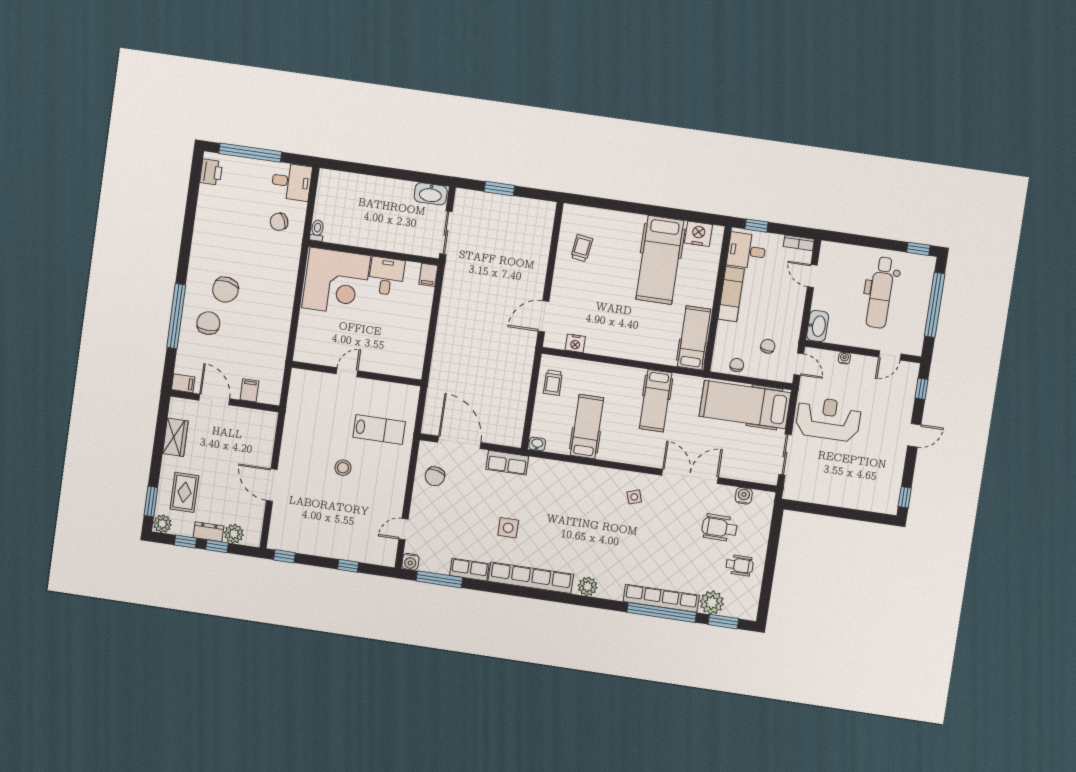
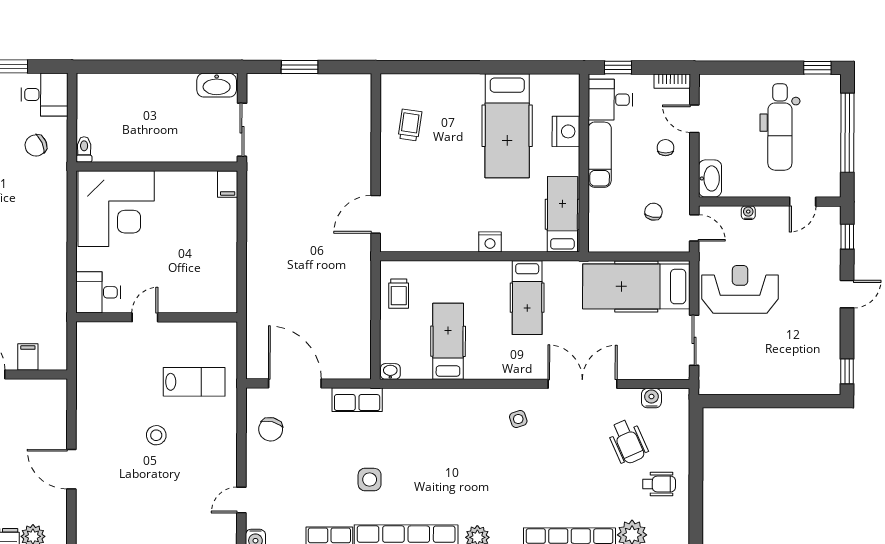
nightstand: (698, 234) -> (566, 131), moved, turned 90
desk: (386, 276) -> (98, 292), moved, turned -90
nightstand: (575, 343) -> (490, 242), moved
chair: (737, 365) -> (666, 148), moved
wheelchair: (720, 528) -> (628, 442), turned -115

